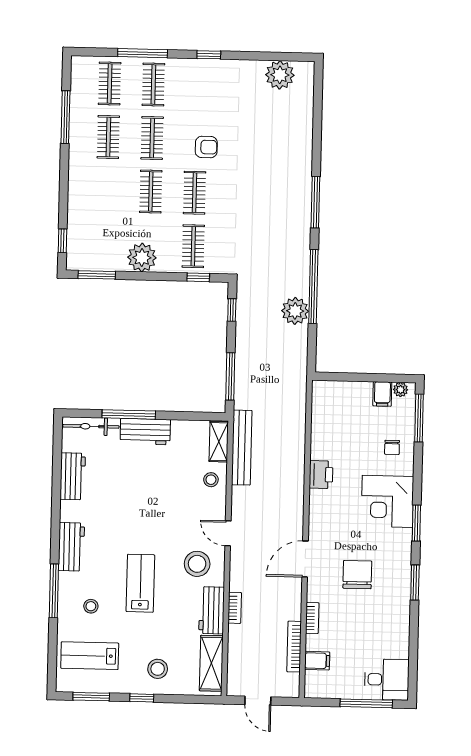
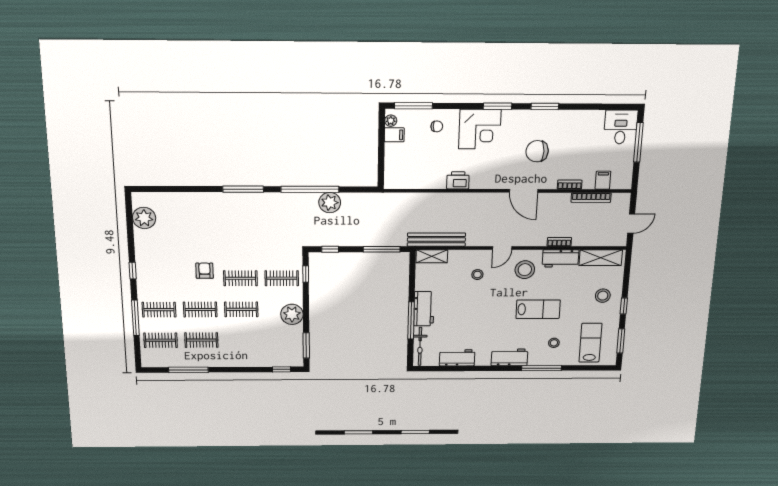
stool: (211, 480) -> (477, 275), moved
lab bench: (140, 583) -> (538, 309), turned 180
lab bench: (90, 656) -> (590, 343), turned 180

